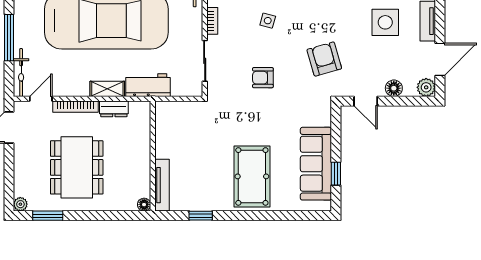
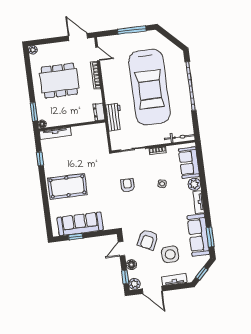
armchair: (324, 59) -> (148, 240), moved, turned 132
bicycle: (21, 73) -> (112, 40), removed
shelving: (107, 89) -> (109, 93), removed
window: (413, 101) -> (125, 277), added
dresser: (114, 109) -> (99, 112), moved
window: (48, 216) -> (34, 112), moved

